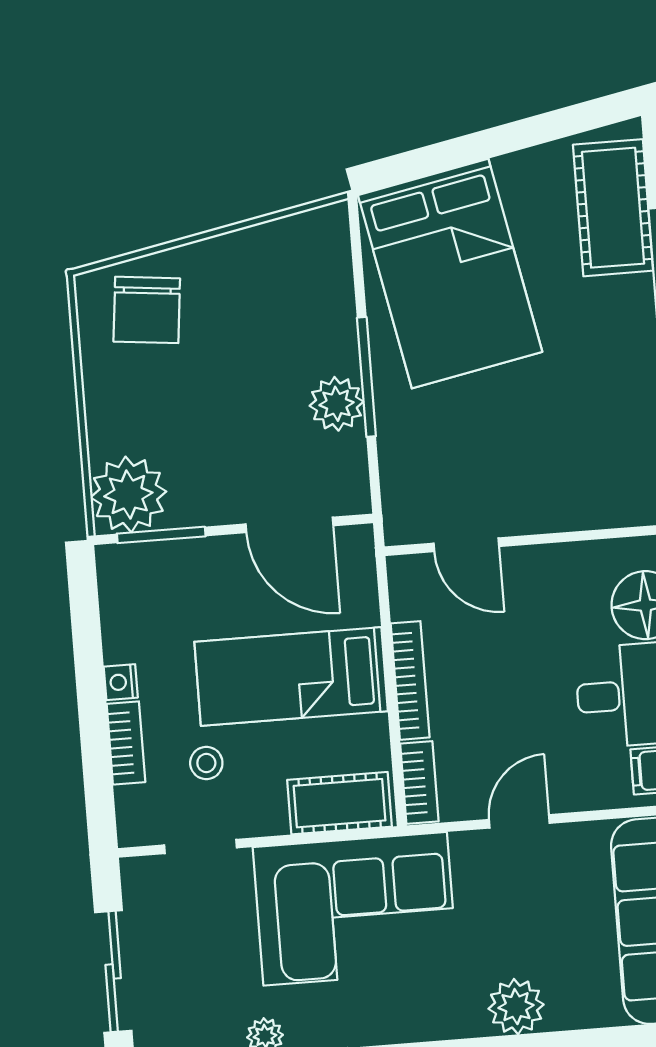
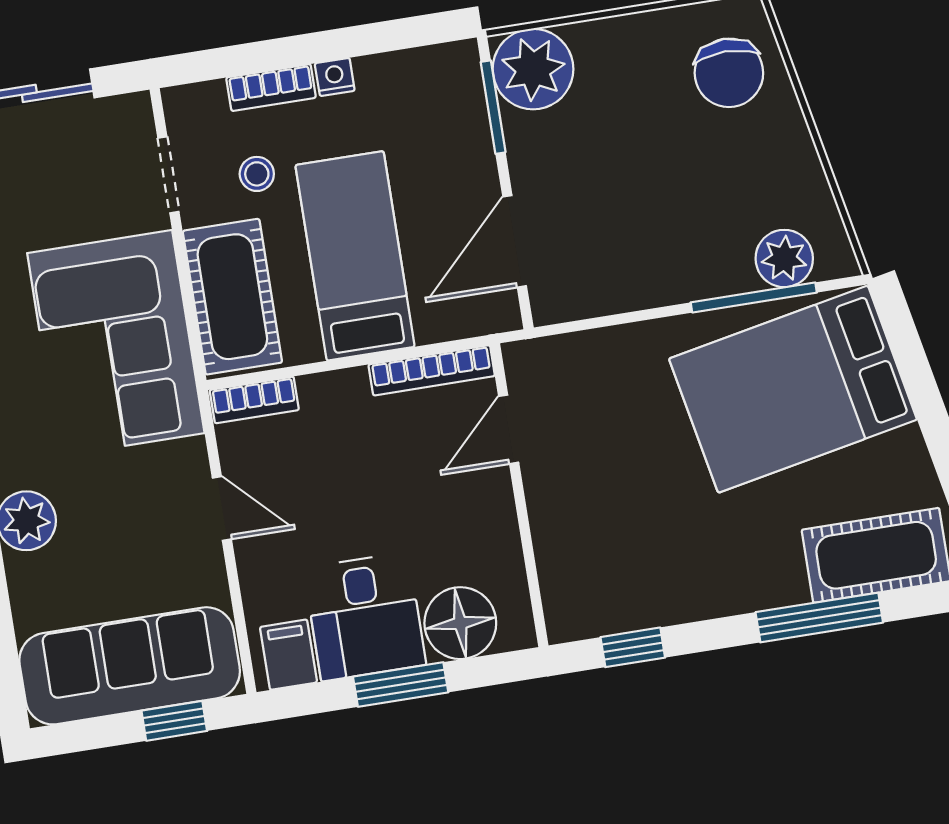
chair: (147, 310) -> (729, 73), turned -96
window: (366, 377) -> (754, 298), moved
plant: (336, 404) -> (784, 258), moved
bookcase: (410, 680) -> (432, 370), moved
cot: (340, 803) -> (232, 297), width x1.37, depth x1.34

